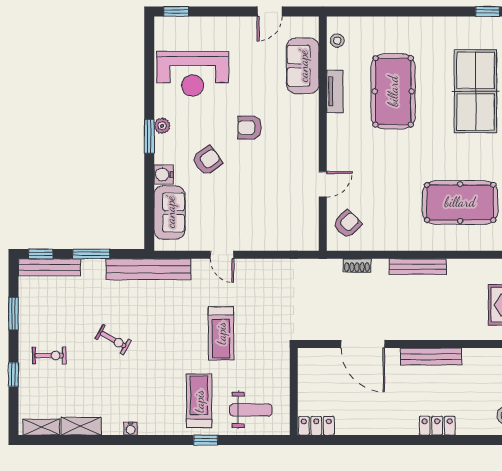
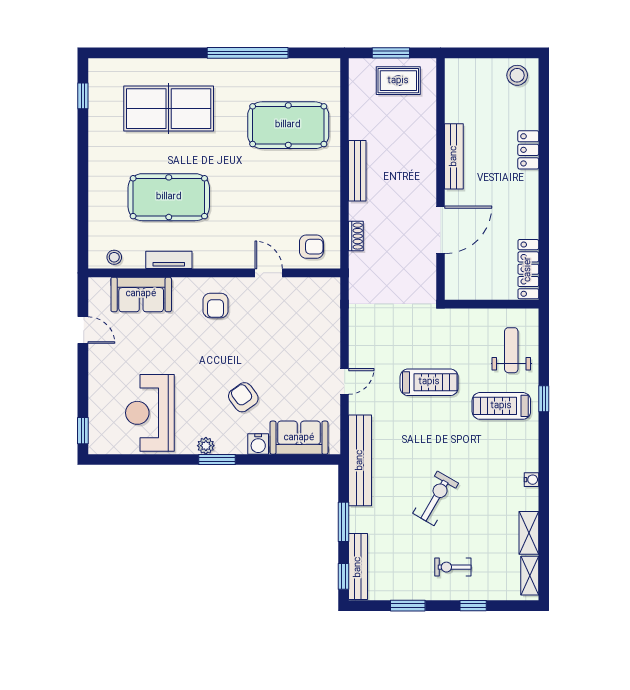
reception desk: (193, 74) -> (150, 413), turned 180
armchair: (250, 128) -> (216, 305), moved
pool table: (460, 202) -> (288, 125), turned 90
armchair: (347, 224) -> (311, 247), turned 135
exercise bike: (113, 340) -> (436, 498), width x1.38, depth x1.39
exercise bike: (49, 356) -> (453, 567), turned -90
locker: (316, 426) -> (528, 269), width x1.53

